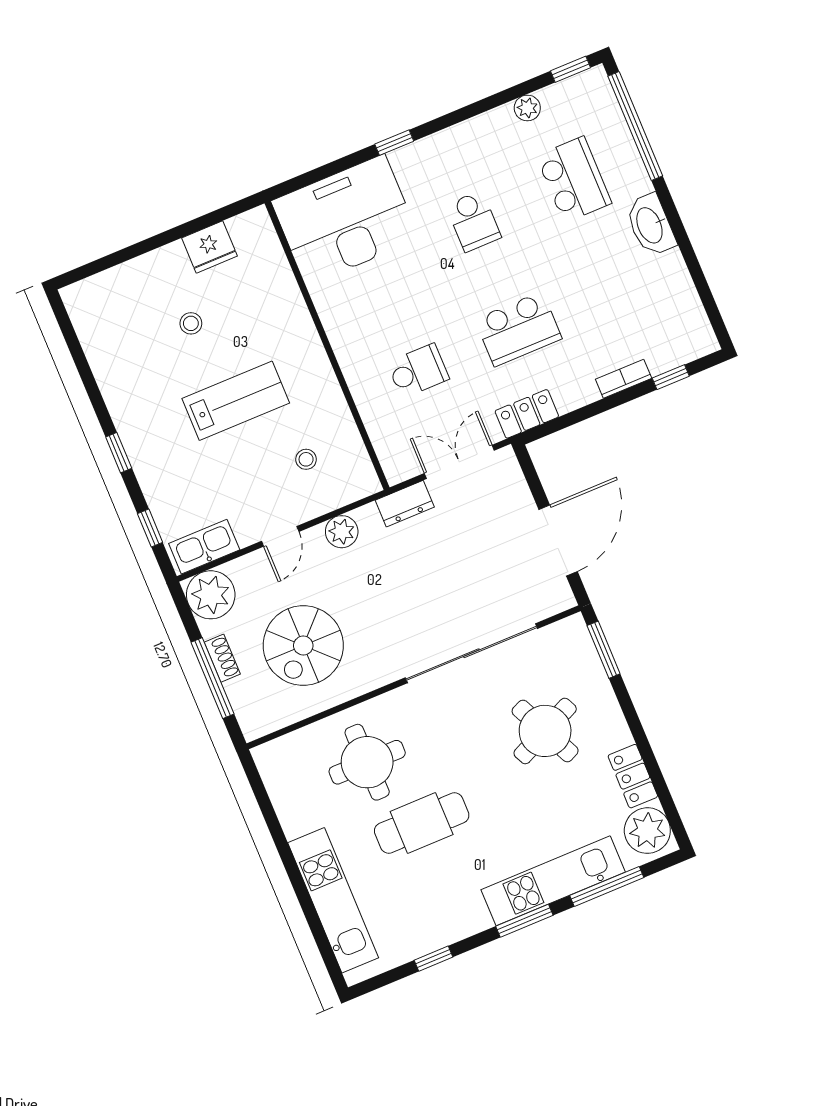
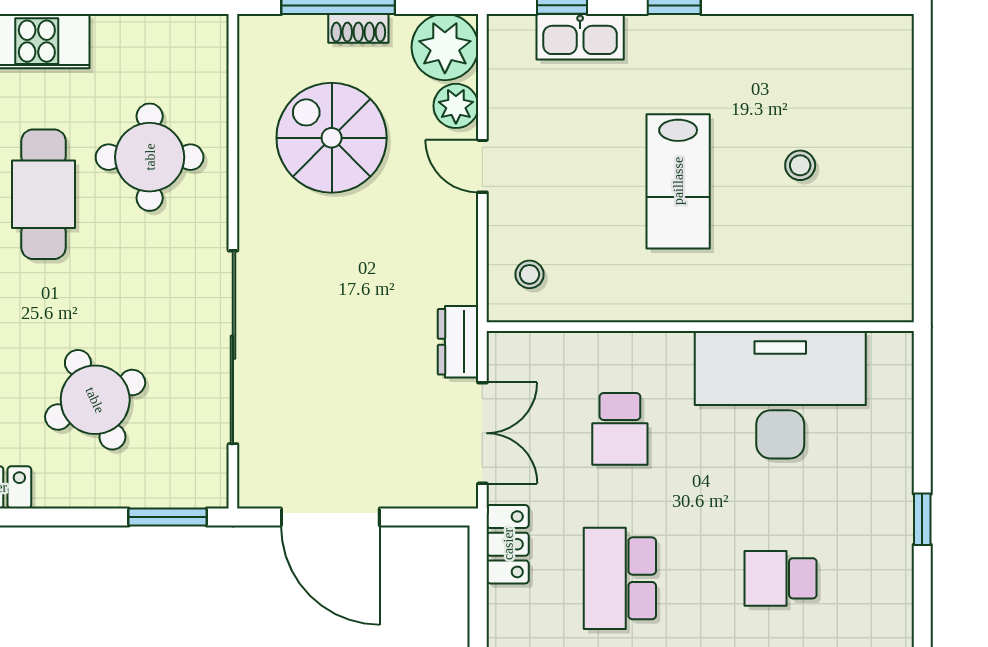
desk: (345, 220) -> (780, 395), moved, turned -90
fridge: (209, 247) -> (887, 229), removed
stool: (306, 459) -> (530, 274), moved
plant: (342, 532) -> (456, 106), moved
kitchen sink: (204, 547) -> (580, 37), moved, turned 90

